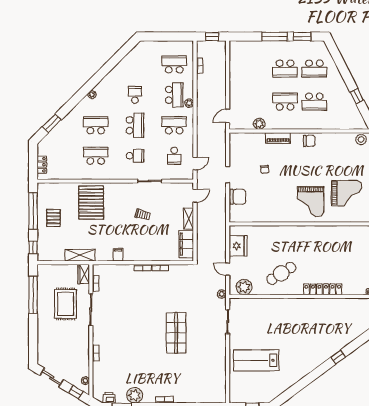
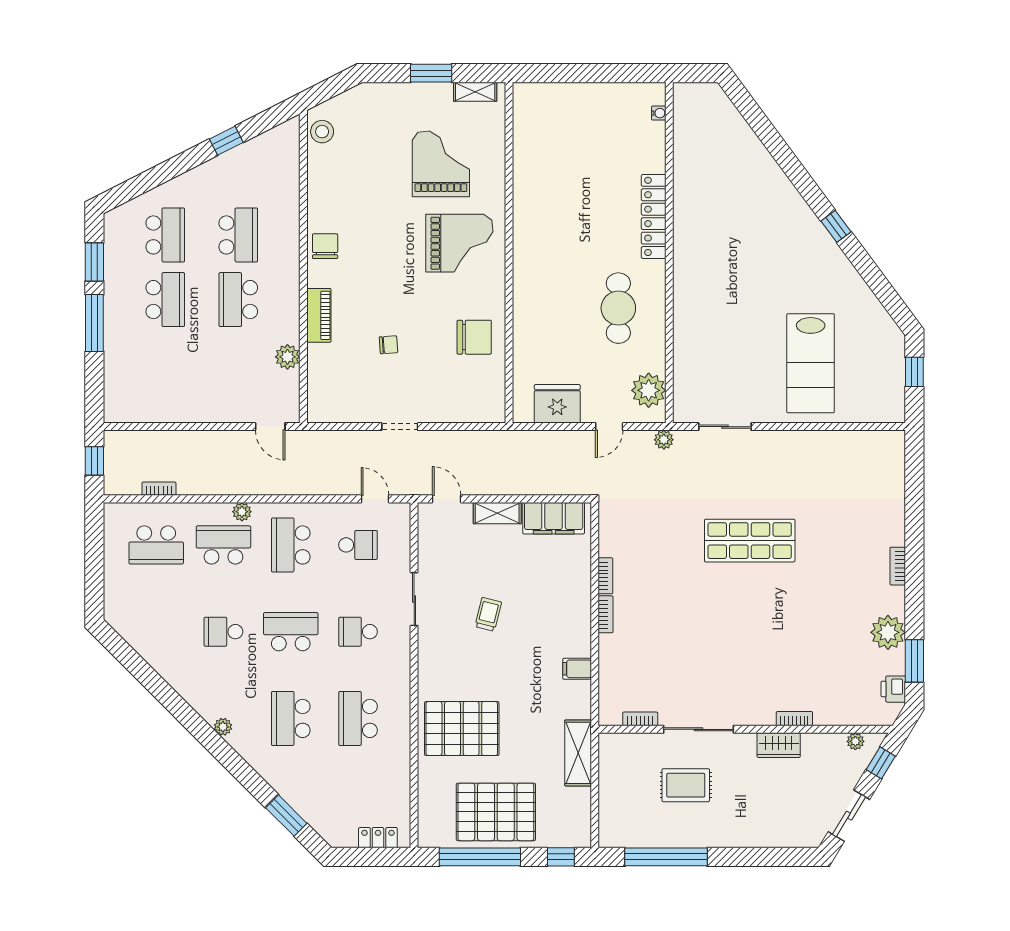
school desk: (174, 64) -> (156, 545), turned -90
school desk: (135, 156) -> (358, 632), turned -90
chair: (238, 197) -> (474, 337), moved, turned 90
pallet: (53, 218) -> (496, 812), width x2.05, depth x2.00
cafe table: (281, 273) -> (618, 308), turned 32
wardrobe: (84, 274) -> (779, 745), moved
rug: (66, 304) -> (686, 785), width x0.73, depth x0.70
window: (338, 357) -> (836, 226), moved

